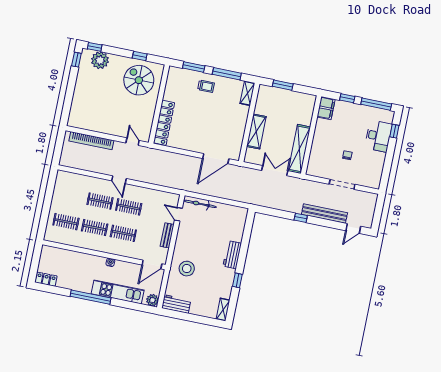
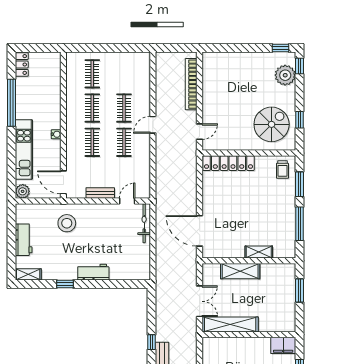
trolley: (206, 86) -> (282, 170), moved
shelving: (247, 93) -> (259, 252), moved
window: (91, 297) -> (12, 103), moved
workbench: (176, 304) -> (24, 240), moved

